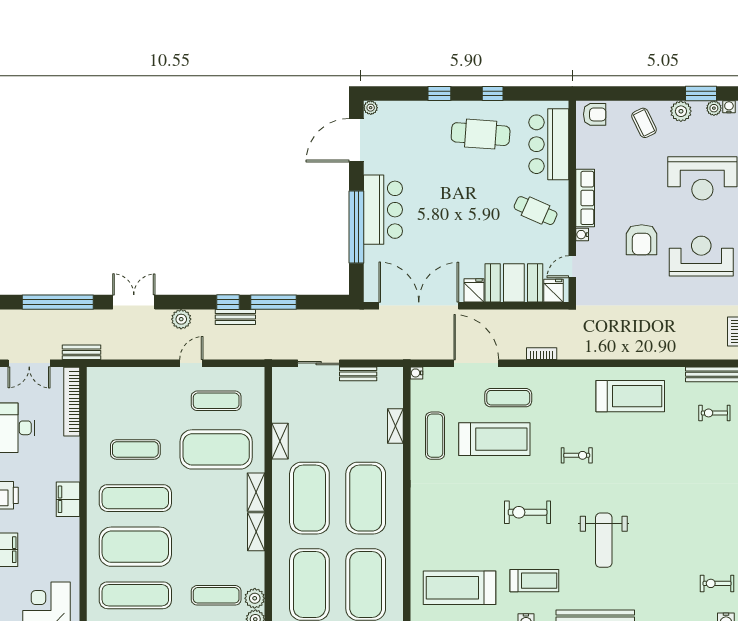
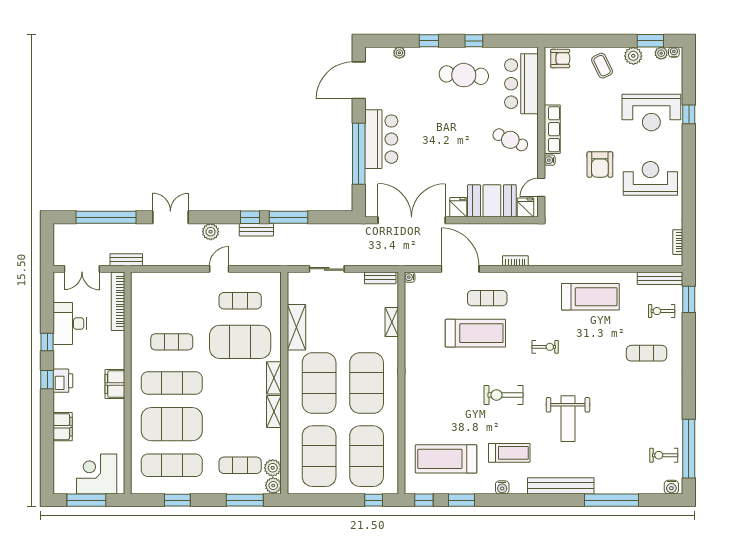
plant: (371, 108) -> (399, 53), moved
bench: (358, 374) -> (380, 278), moved
exercise mat: (435, 436) -> (647, 353), moved, turned 90
shelving: (280, 441) -> (296, 327), width x1.50, depth x1.33

